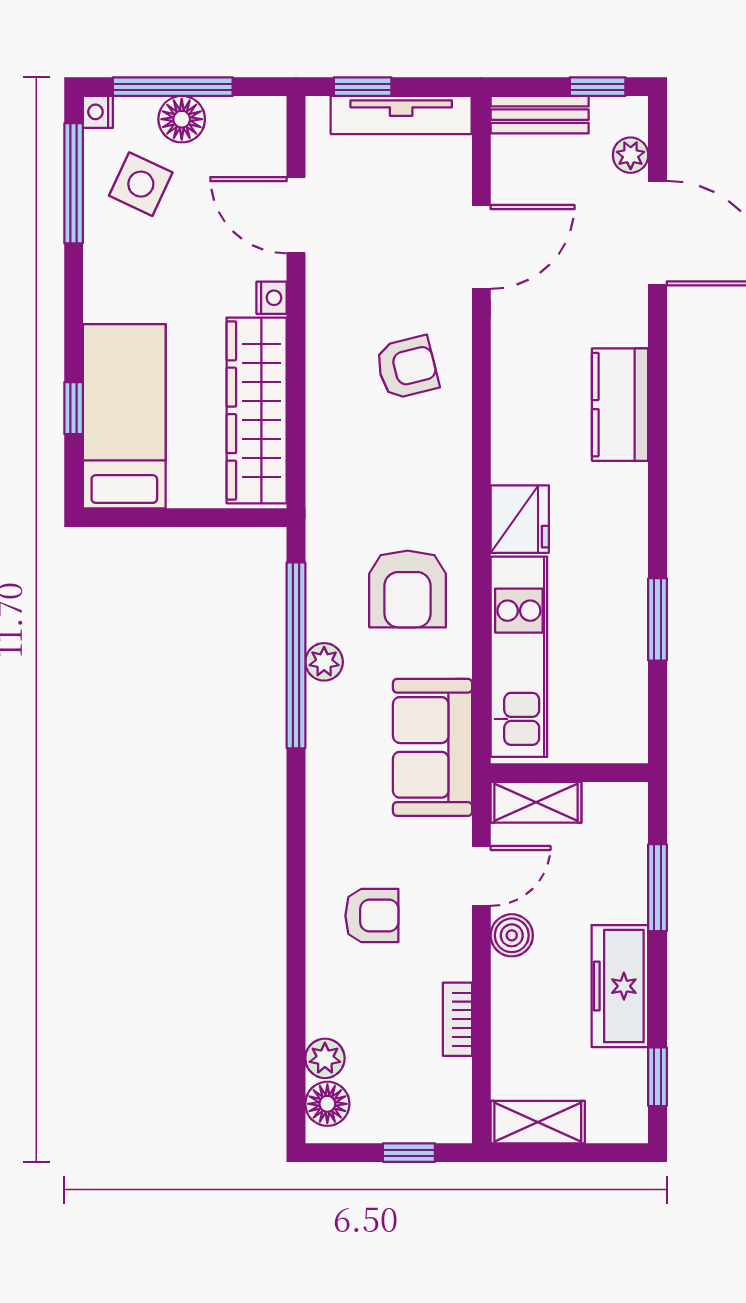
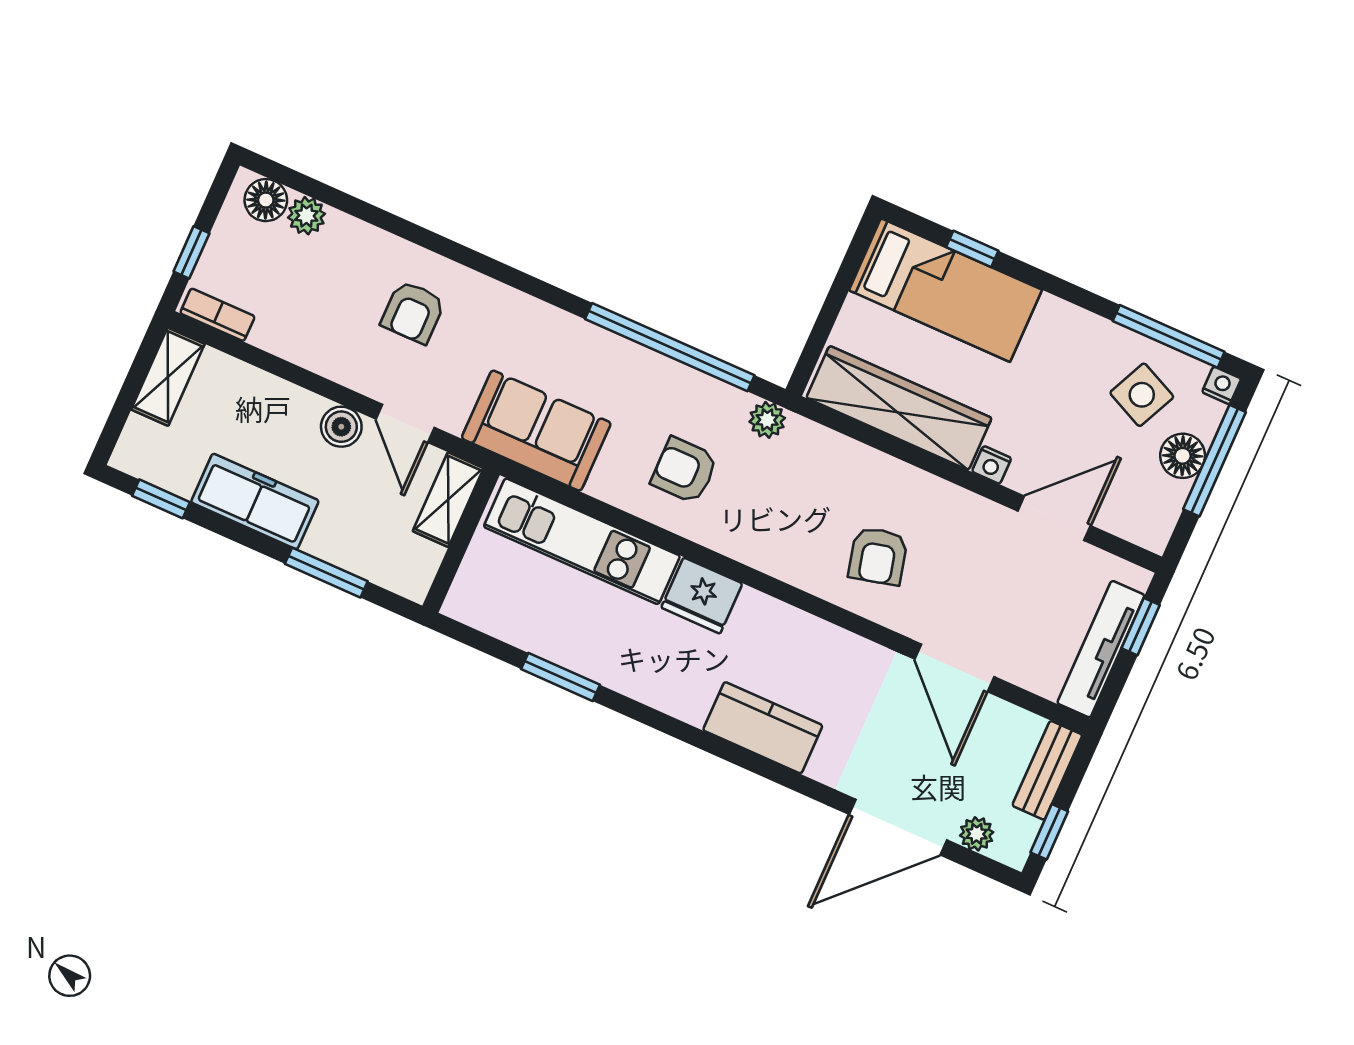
armchair: (408, 589) -> (684, 470), width x0.72, depth x0.72
plant: (324, 662) -> (767, 420), moved
bookcase: (457, 1019) -> (217, 315), moved

